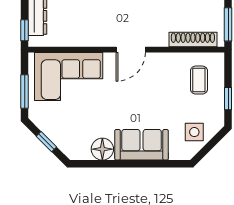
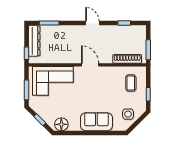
door: (131, 50) -> (90, 65), swing flipped
floor lamp: (102, 149) -> (61, 124), moved

